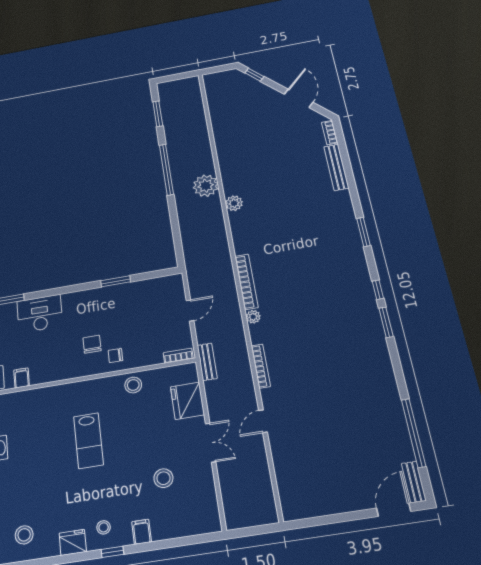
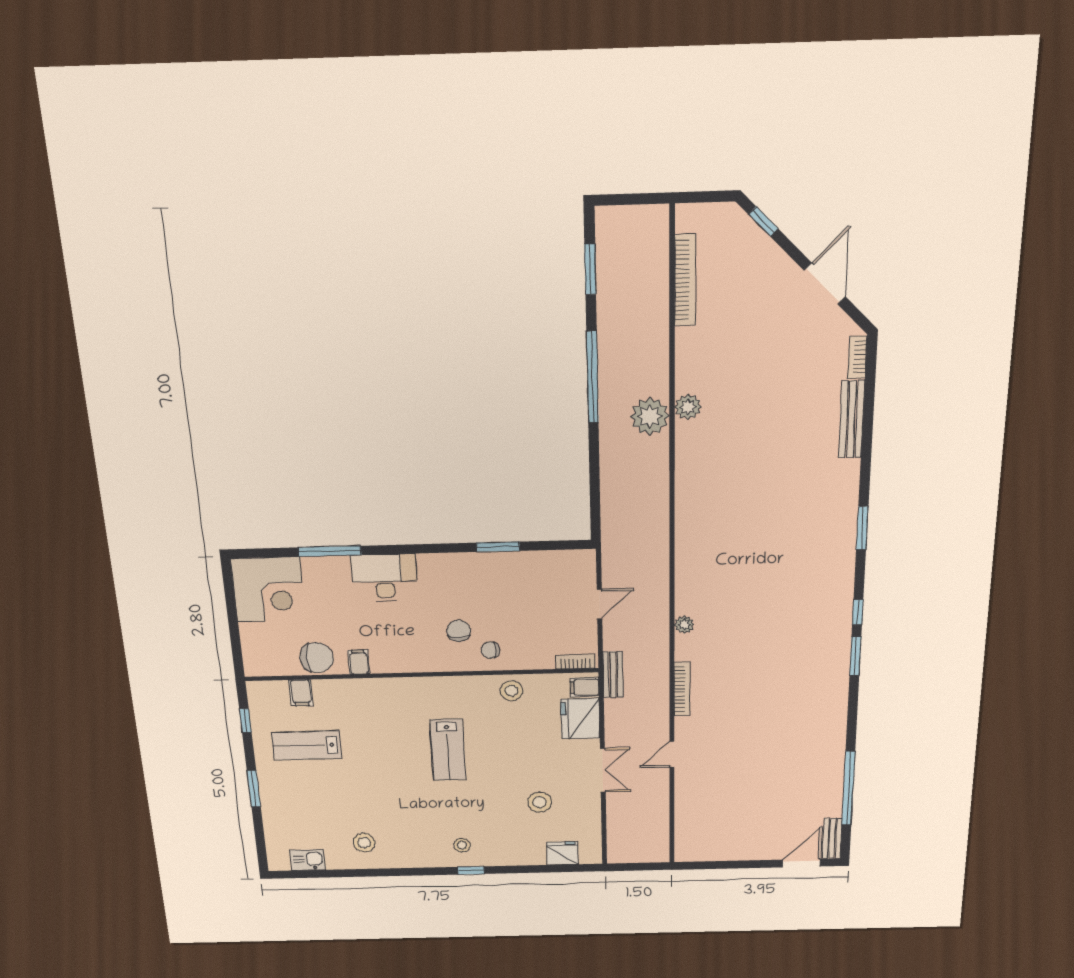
plant: (234, 203) -> (688, 407), moved
bookcase: (246, 282) -> (685, 280), moved
filing cabinet: (142, 532) -> (585, 687), moved, turned -90
fridge: (73, 542) -> (562, 853), moved

